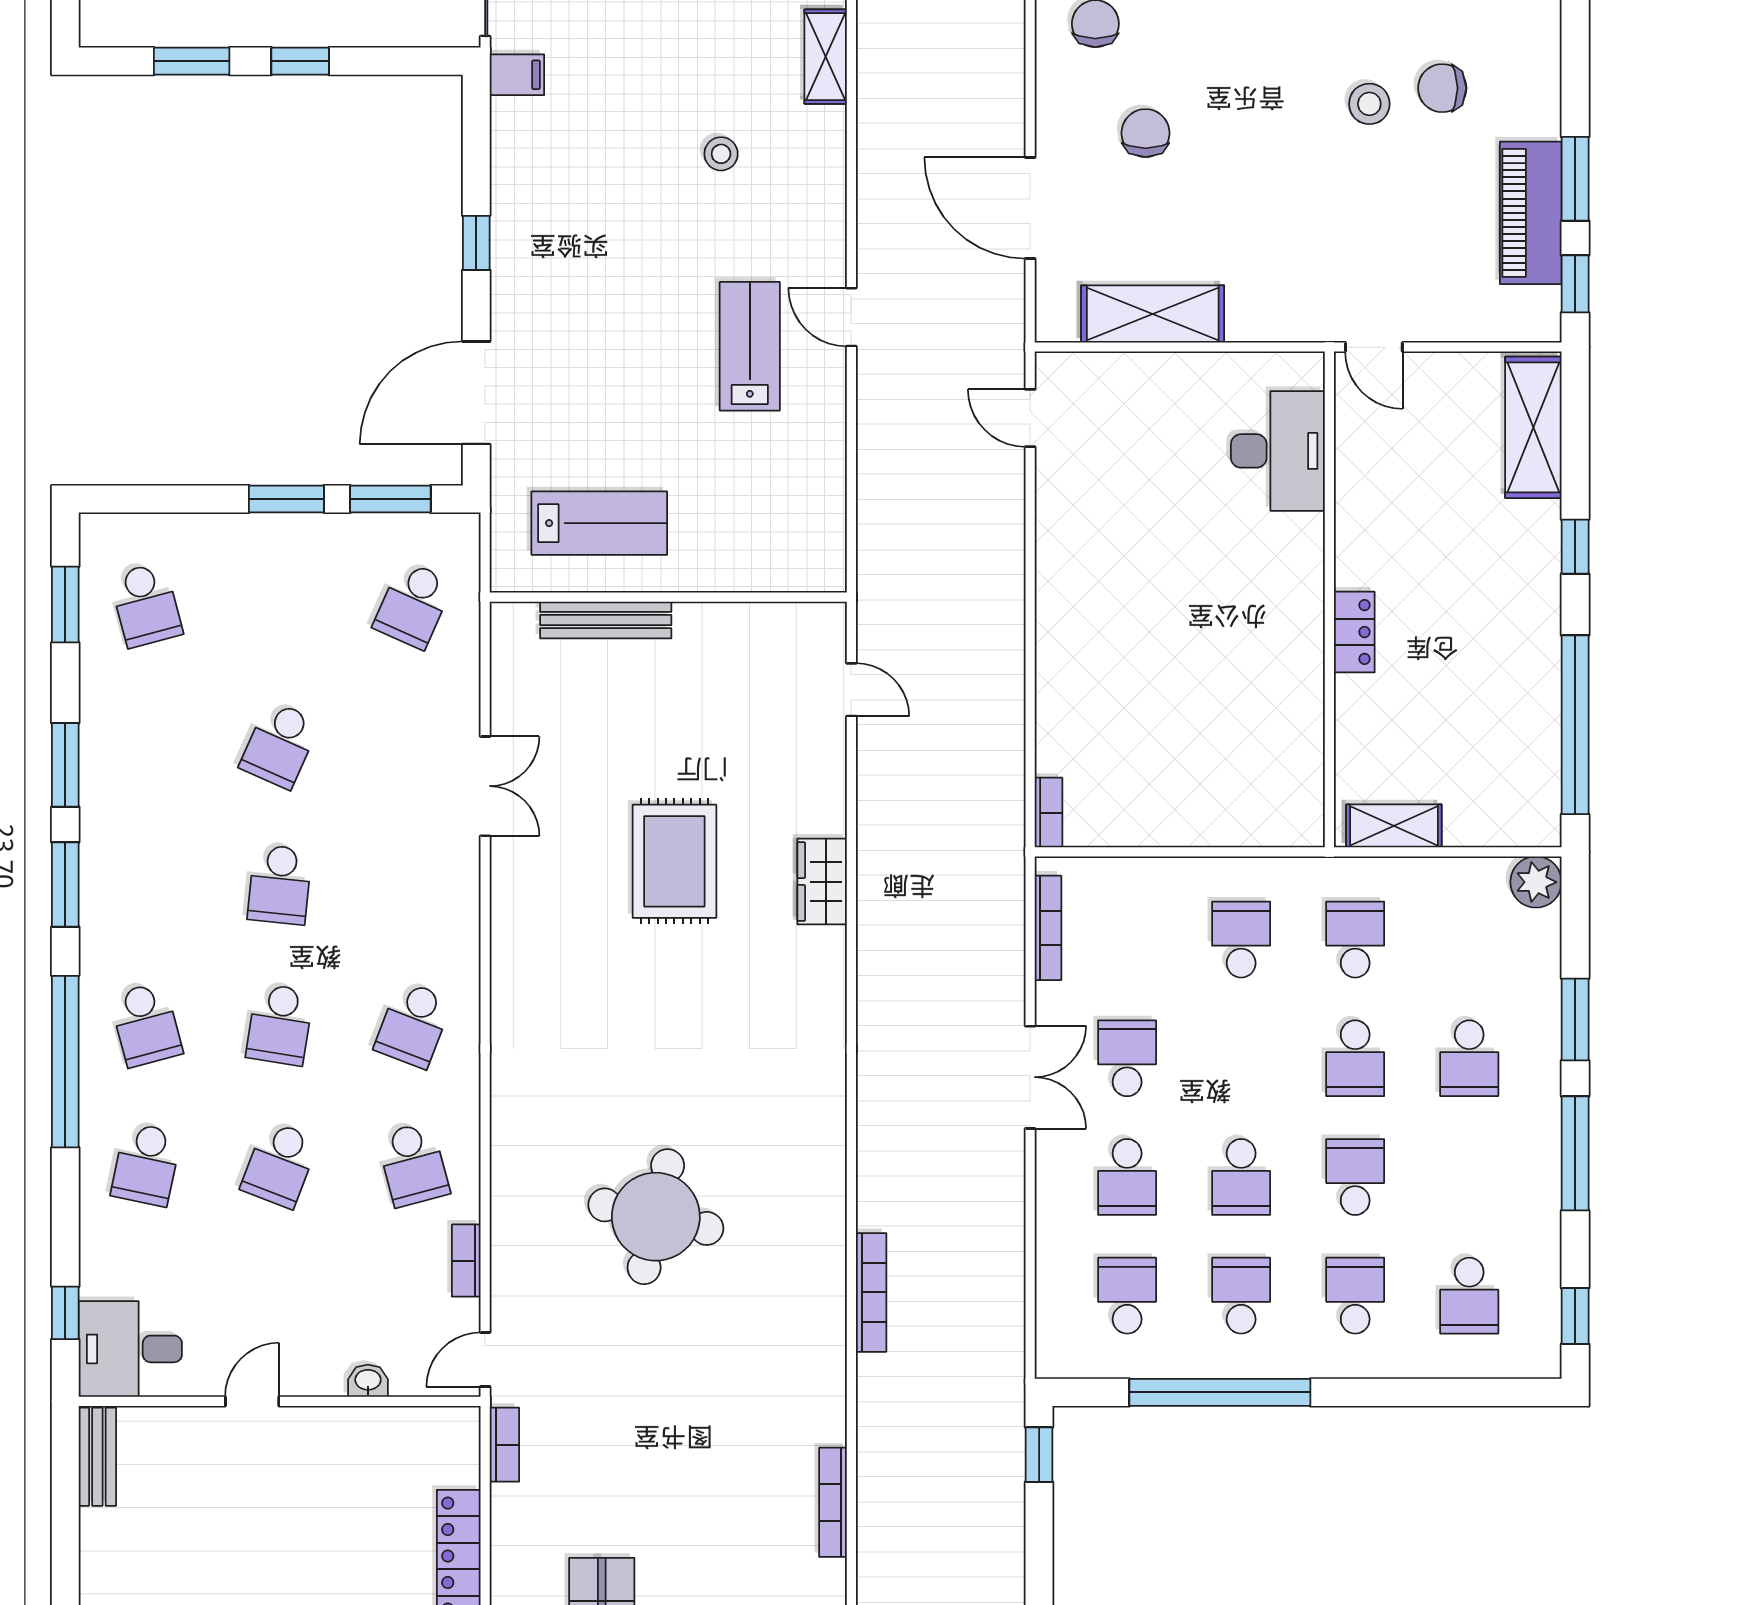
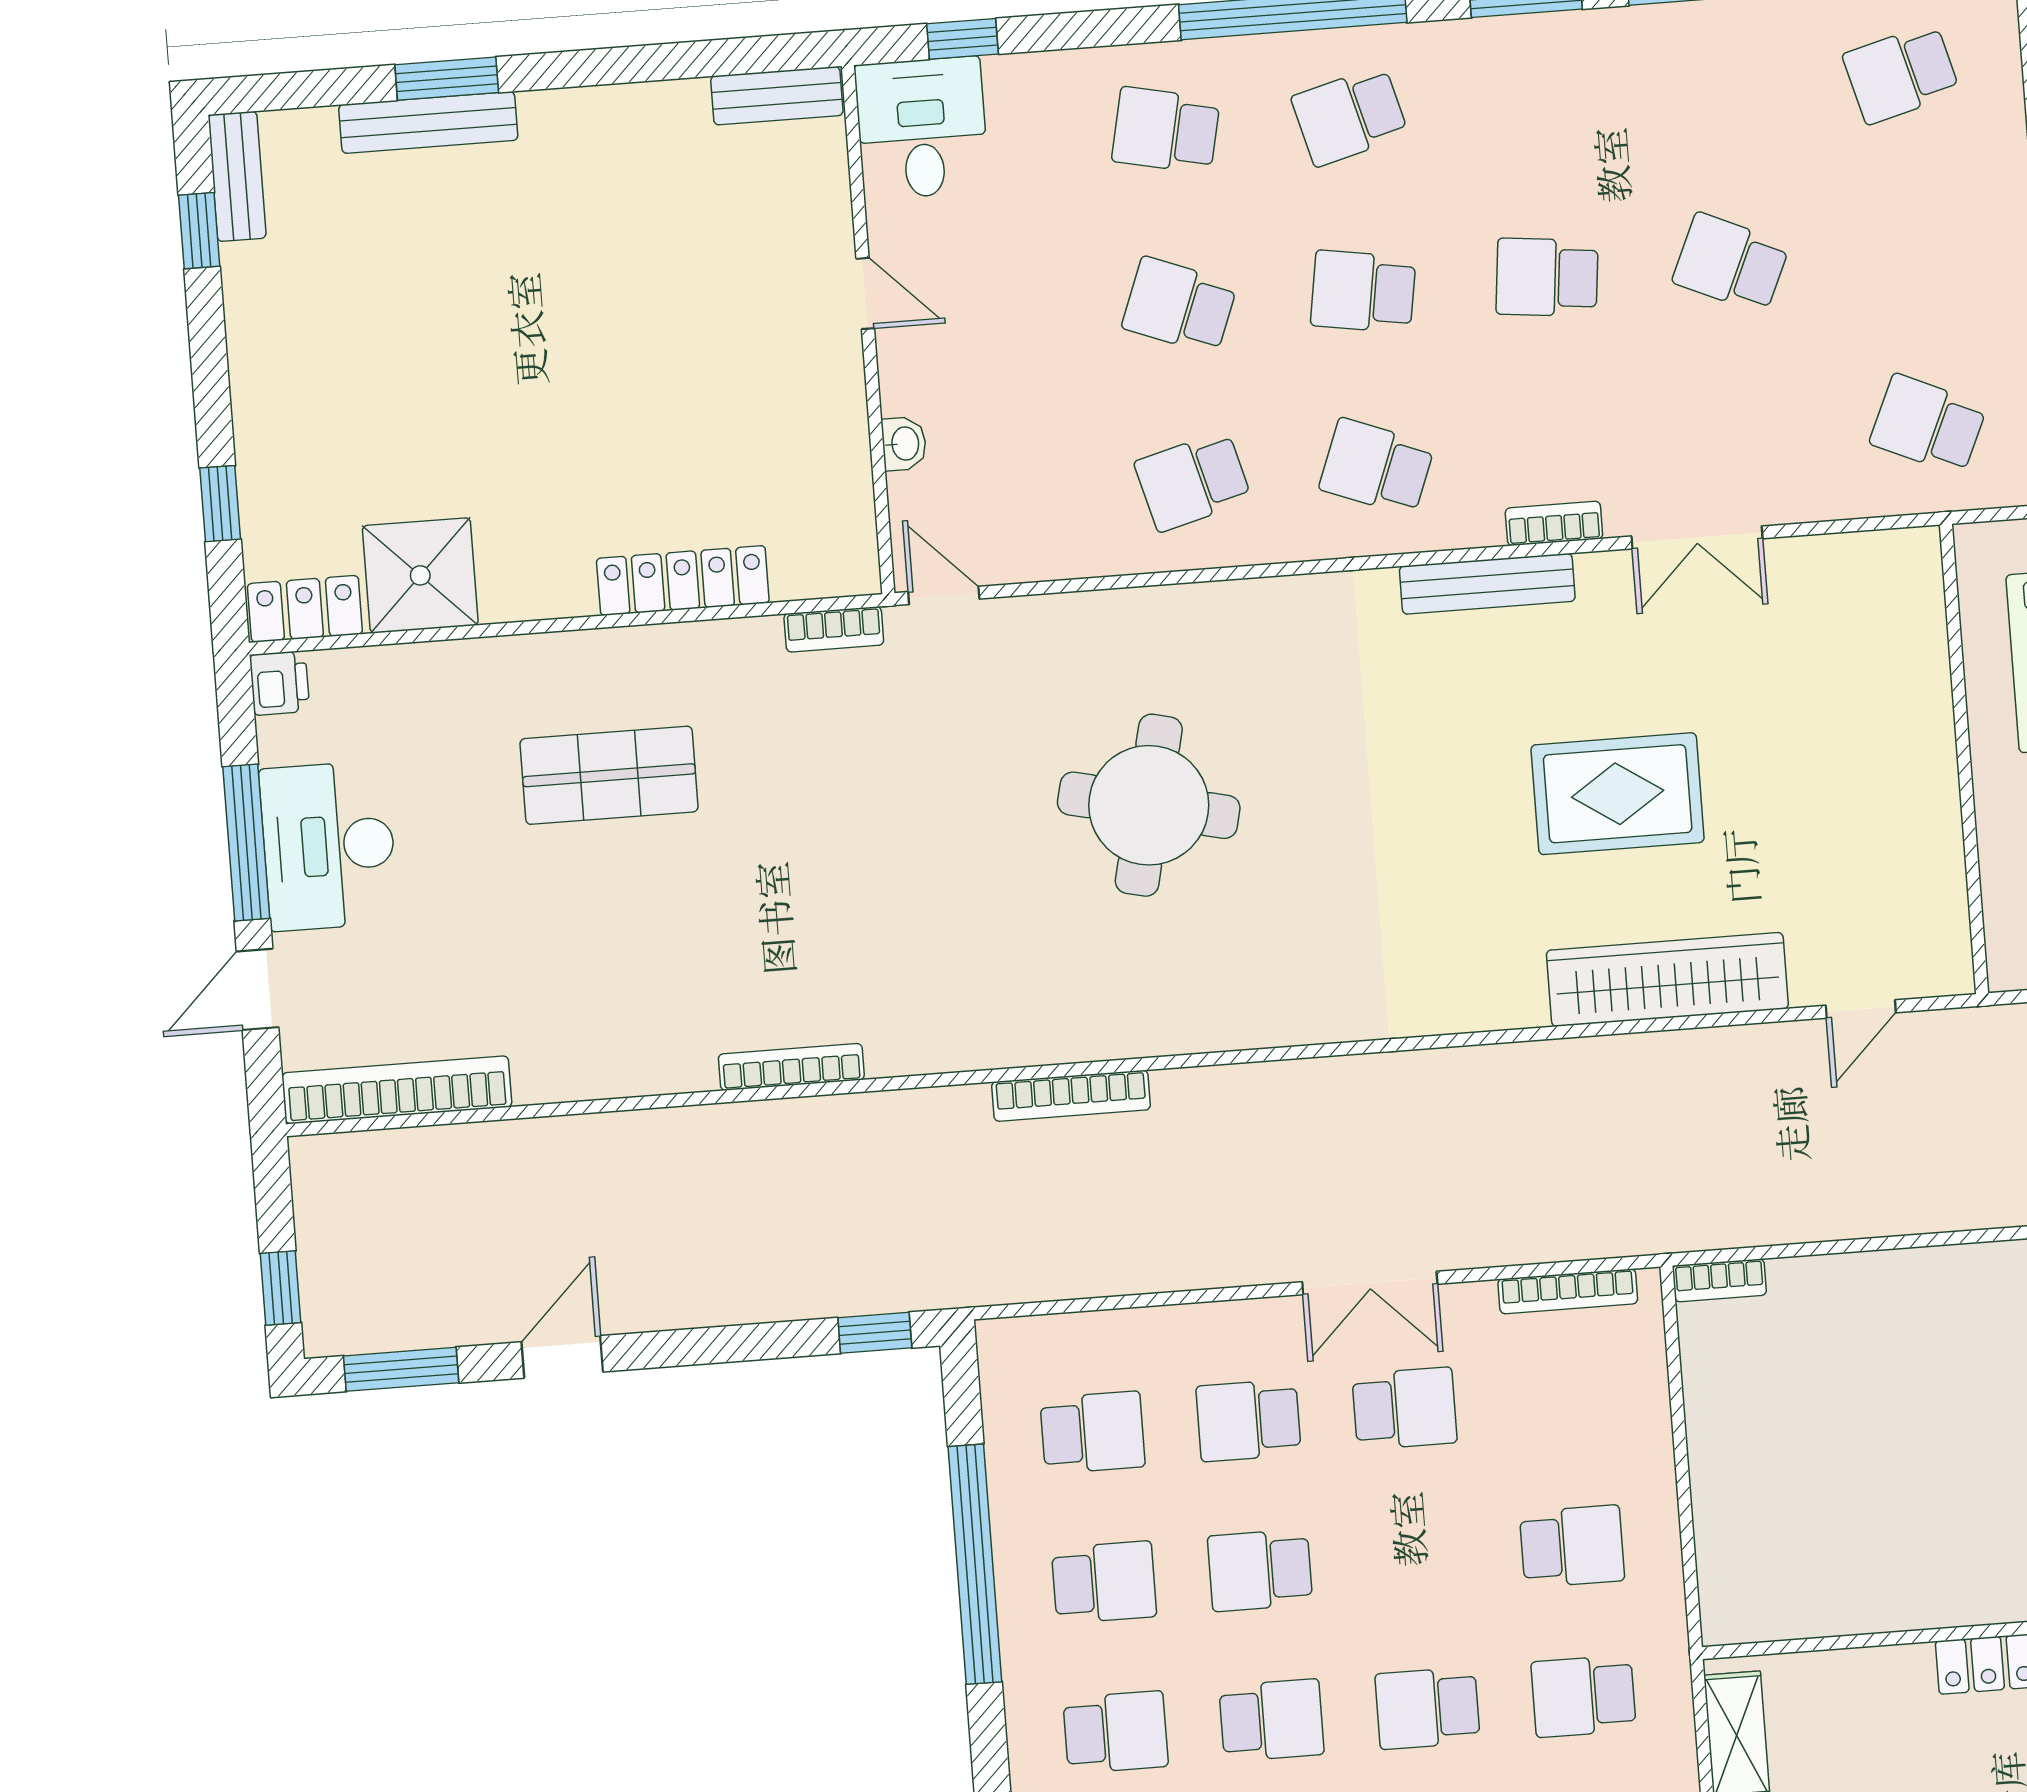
bench: (606, 620) -> (1487, 584), moved, turned 90
wardrobe: (822, 882) -> (1667, 979), width x2.10, depth x1.17
school desk: (1355, 940) -> (1584, 1696), turned 180
bookcase: (466, 1261) -> (1554, 523), moved

